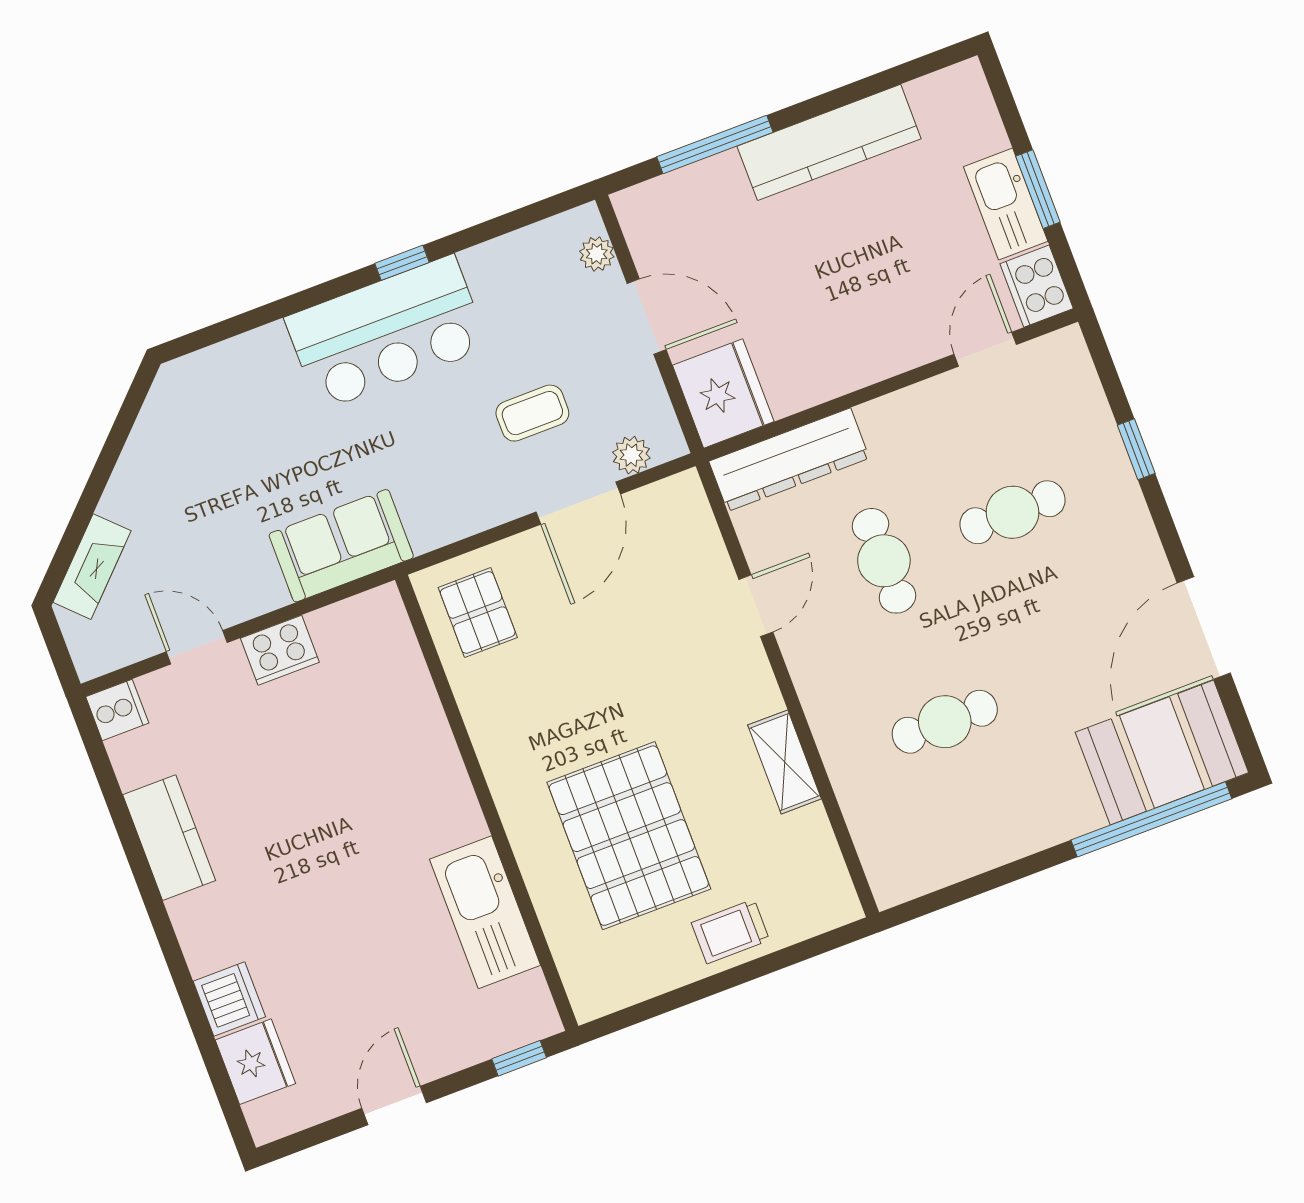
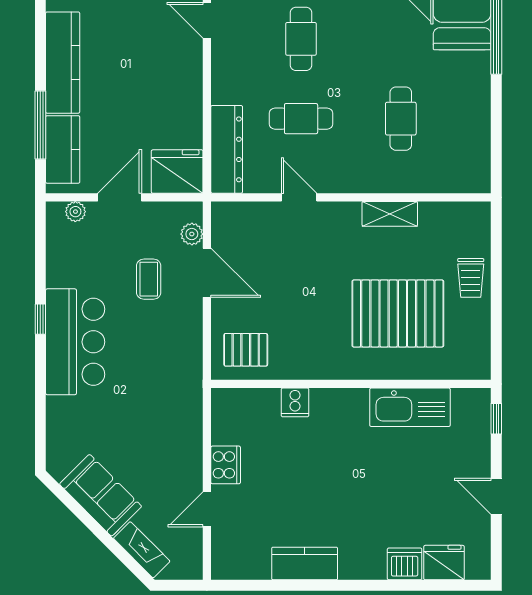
kitchen counter: (689, 195) -> (63, 149), added
sofa: (341, 546) -> (101, 495), moved, turned 135
cooker: (117, 710) -> (295, 402), moved, turned 180

